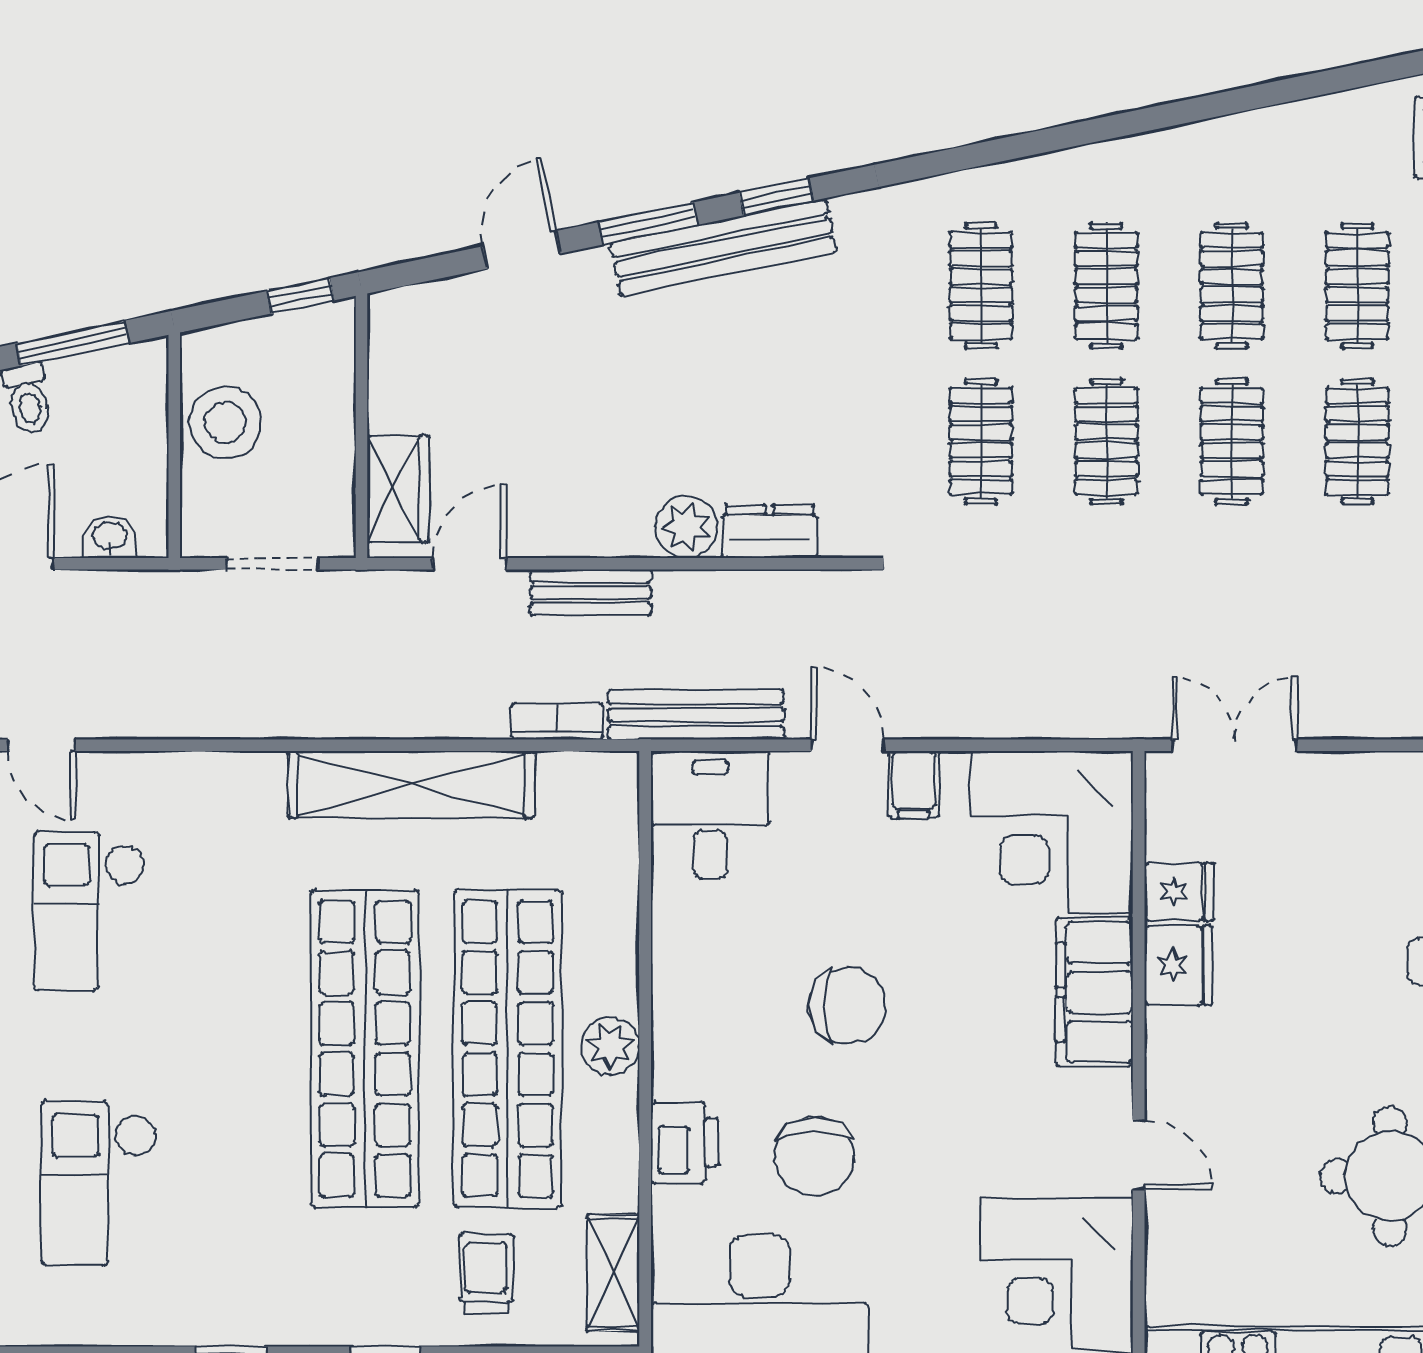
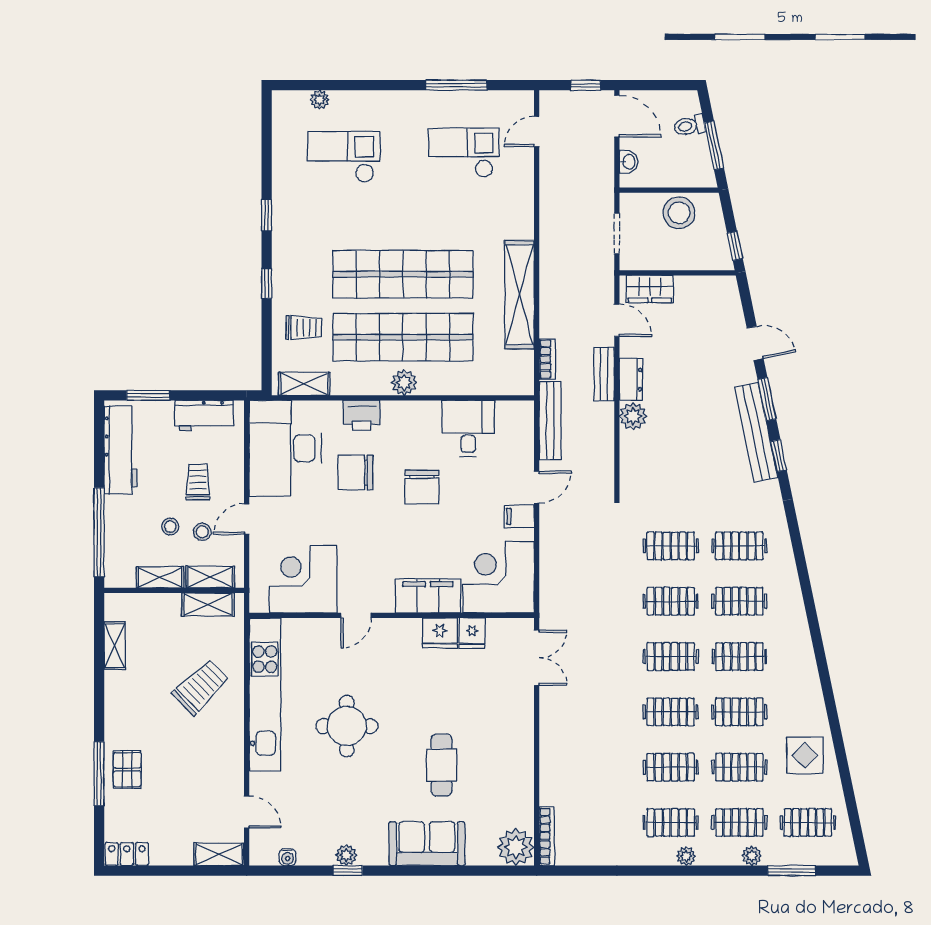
dresser: (770, 531) -> (631, 380), moved
desk: (710, 815) -> (468, 429), moved, turned -90

